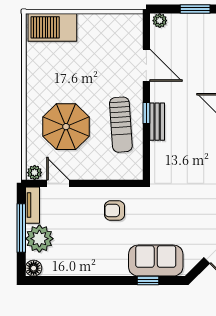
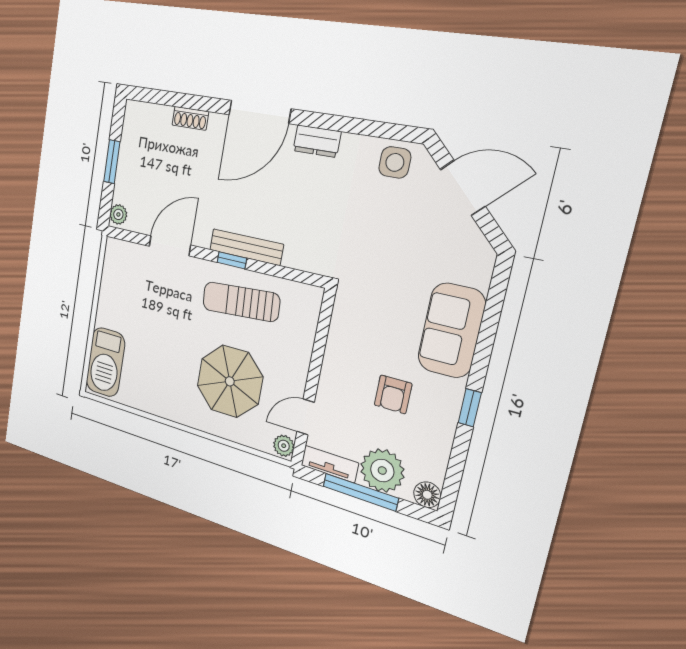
bench: (157, 122) -> (246, 247), width x1.36
sun lounger: (121, 125) -> (241, 302), turned 180
armchair: (115, 211) -> (393, 394), moved
sofa: (156, 261) -> (451, 330), moved
window: (148, 281) -> (470, 408), moved

